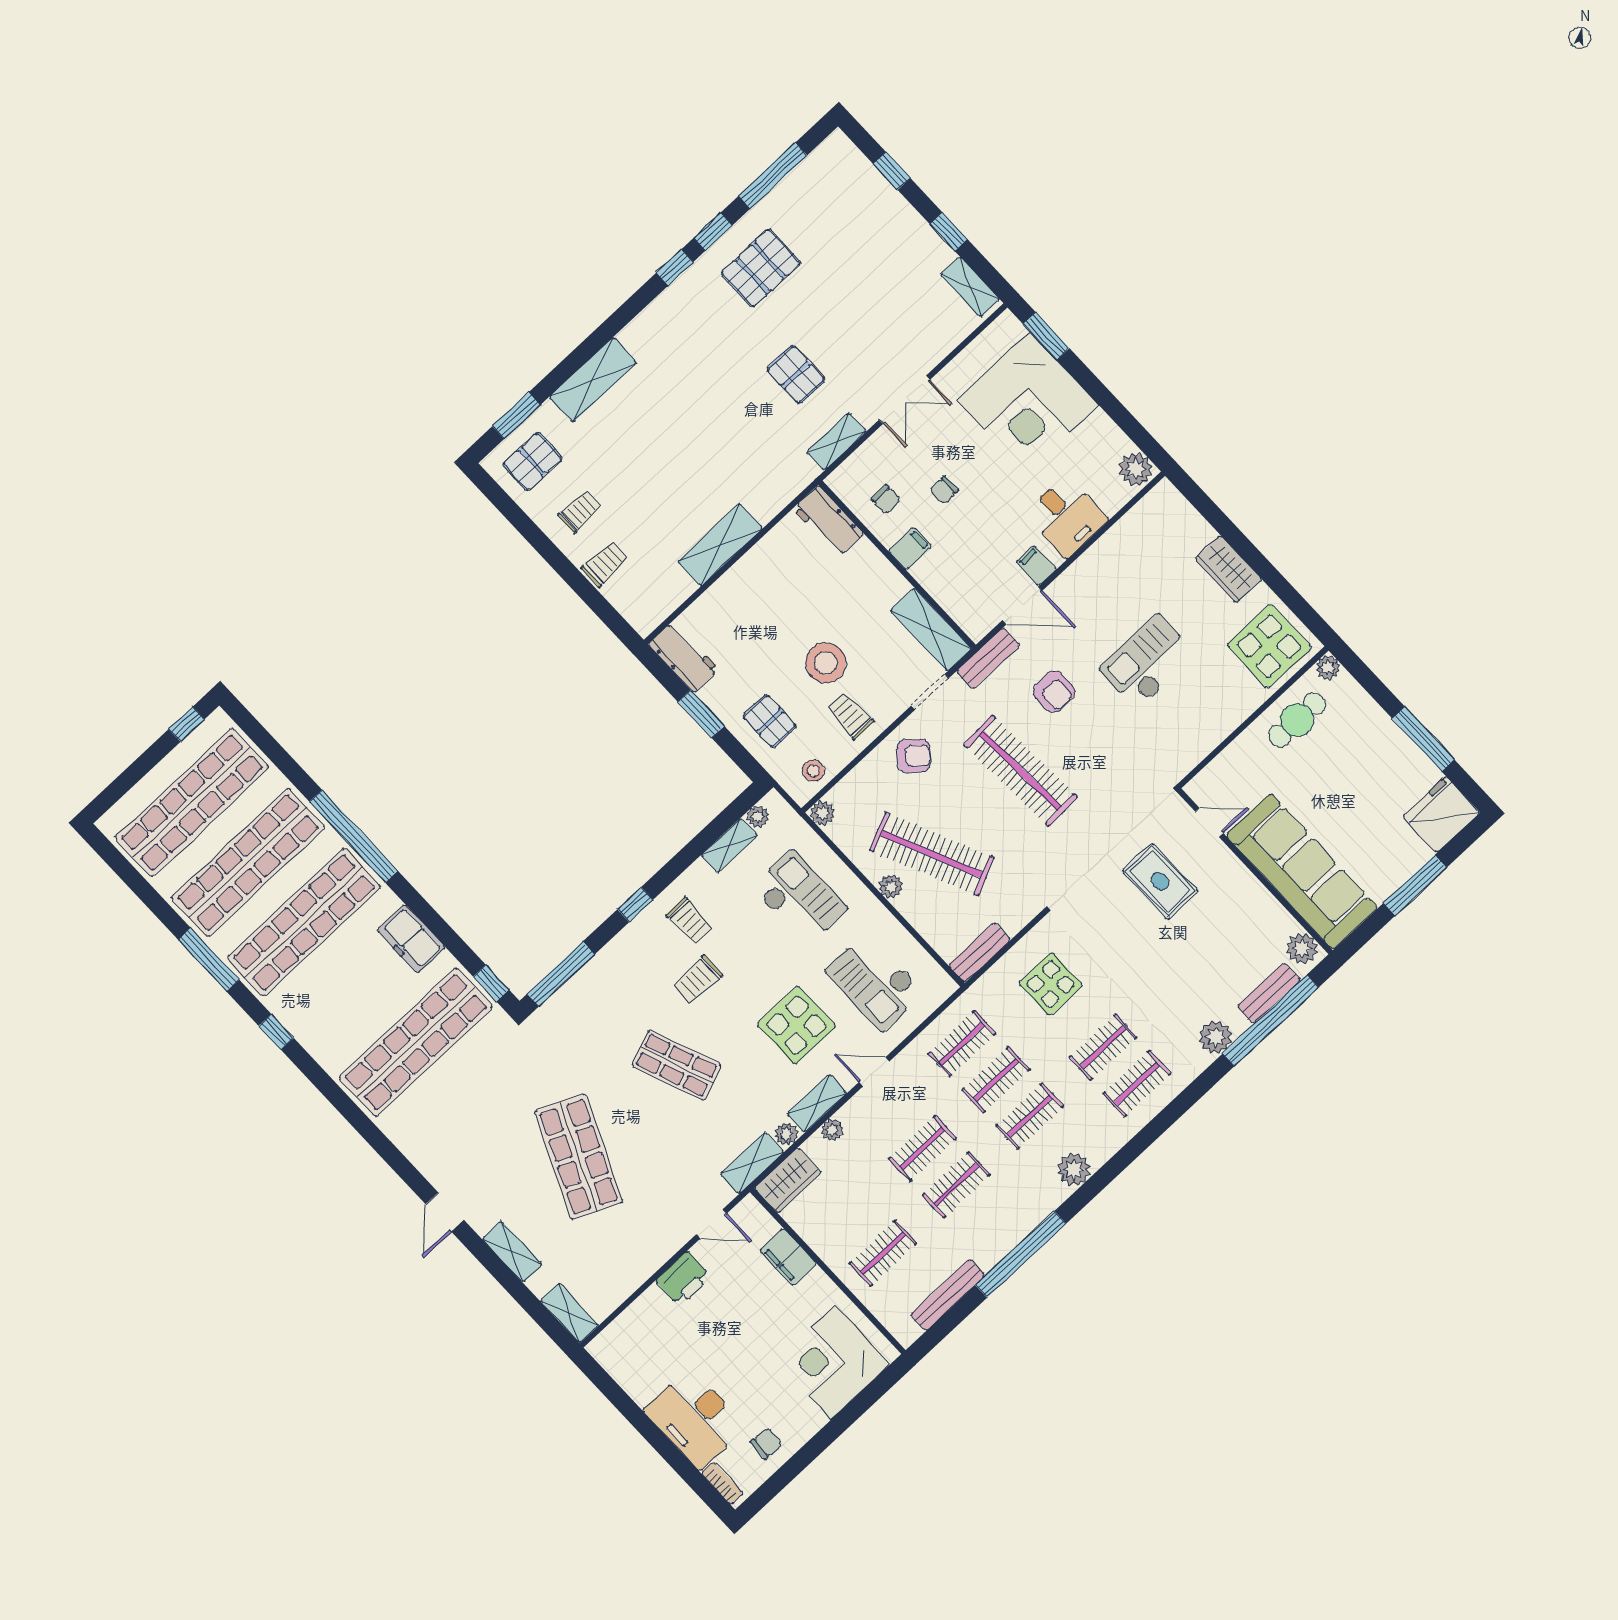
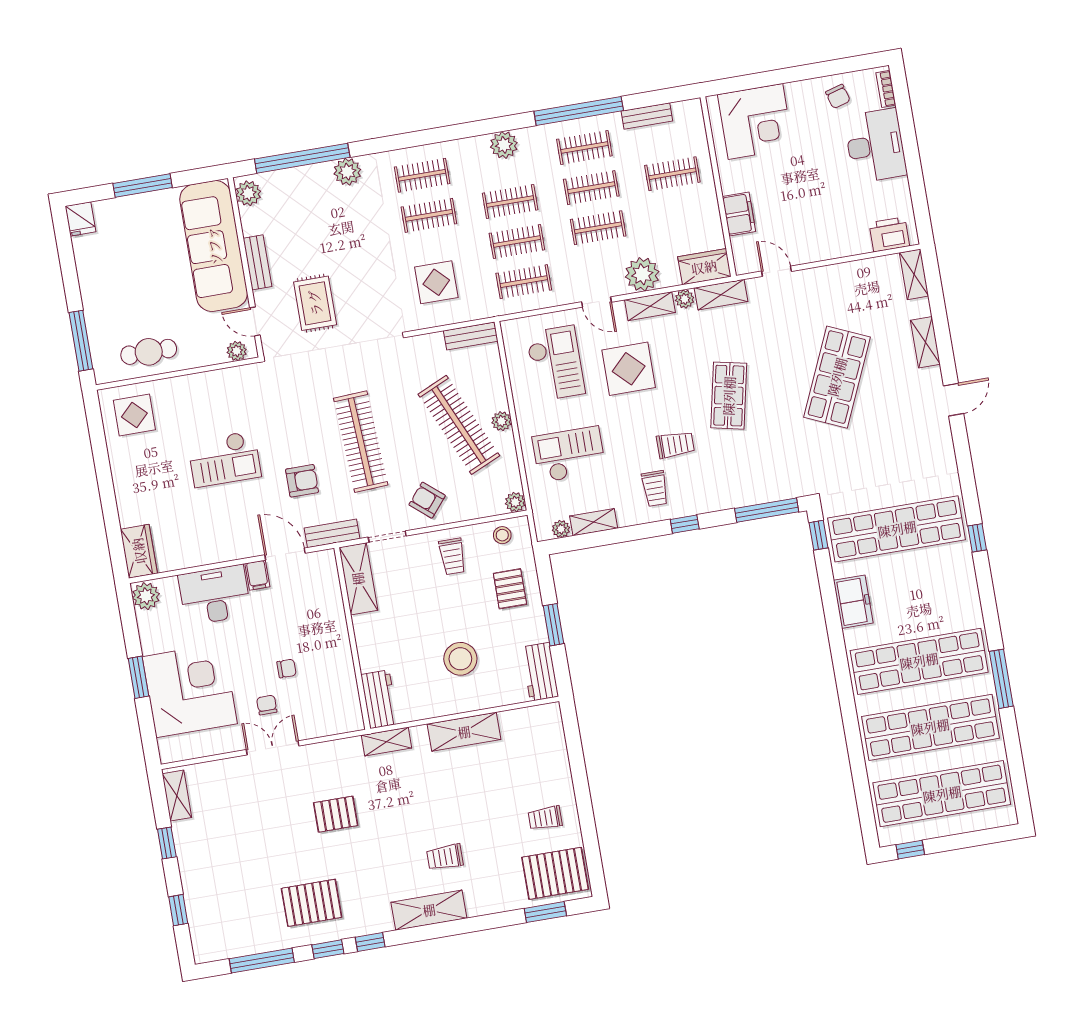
window: (1046, 336) -> (138, 677), moved
pallet: (796, 374) -> (336, 814), turned 90
shelving: (593, 380) -> (429, 910), moved
shelving: (837, 442) -> (387, 742), moved
pallet: (532, 462) -> (555, 873), width x1.50, depth x1.42
chair: (886, 499) -> (267, 705), moved
desk: (1066, 517) -> (215, 595), width x1.37
filing cabinet: (910, 548) -> (336, 644), removed
trolley: (605, 564) -> (445, 857), moved
wardrobe: (1228, 569) -> (139, 551), moved
display table: (1269, 646) -> (134, 415), width x0.73, depth x0.73
stool: (826, 663) -> (460, 659), moved
plant: (1328, 668) -> (237, 351), moved
armchair: (1054, 692) -> (302, 481), turned 90
window: (1423, 739) -> (81, 341), moved
fridge: (1441, 814) -> (80, 219), width x0.53, depth x0.75
window: (354, 836) -> (846, 698), removed
checkout: (800, 898) -> (569, 454), turned 90
trolley: (689, 921) -> (655, 488), turned 180
bench: (1269, 993) -> (257, 262), moved, turned 90
window: (276, 1032) -> (977, 538), moved
shop shelf: (676, 1065) -> (729, 396), turned 33
plant: (832, 1130) -> (642, 274), width x1.88, depth x1.88
clothes rail: (990, 1221) -> (584, 148), added
printer: (684, 1279) -> (889, 234), moved
bench: (948, 1295) -> (647, 116), width x0.73
chair: (766, 1443) -> (838, 96), turned -110

